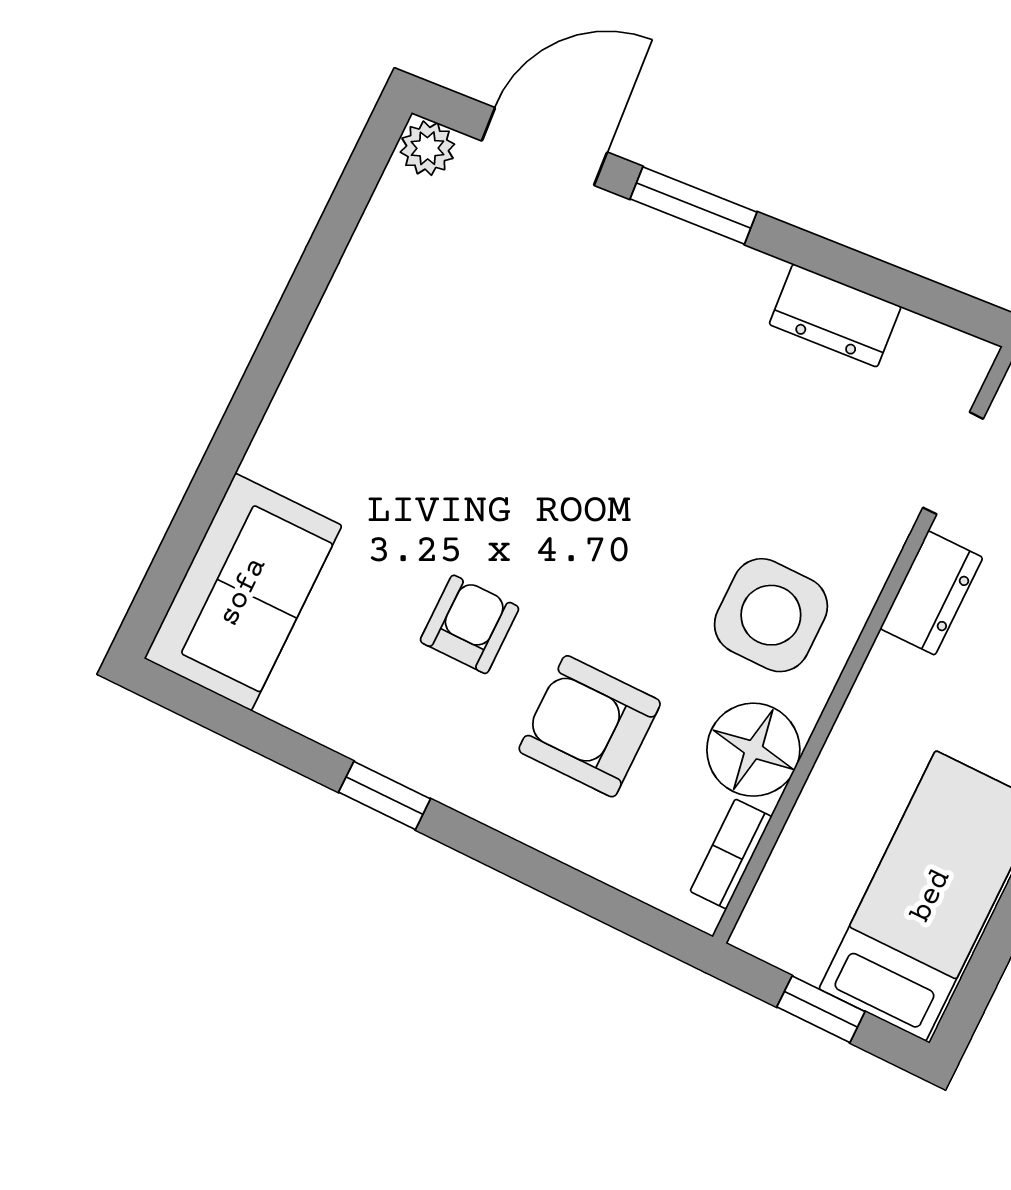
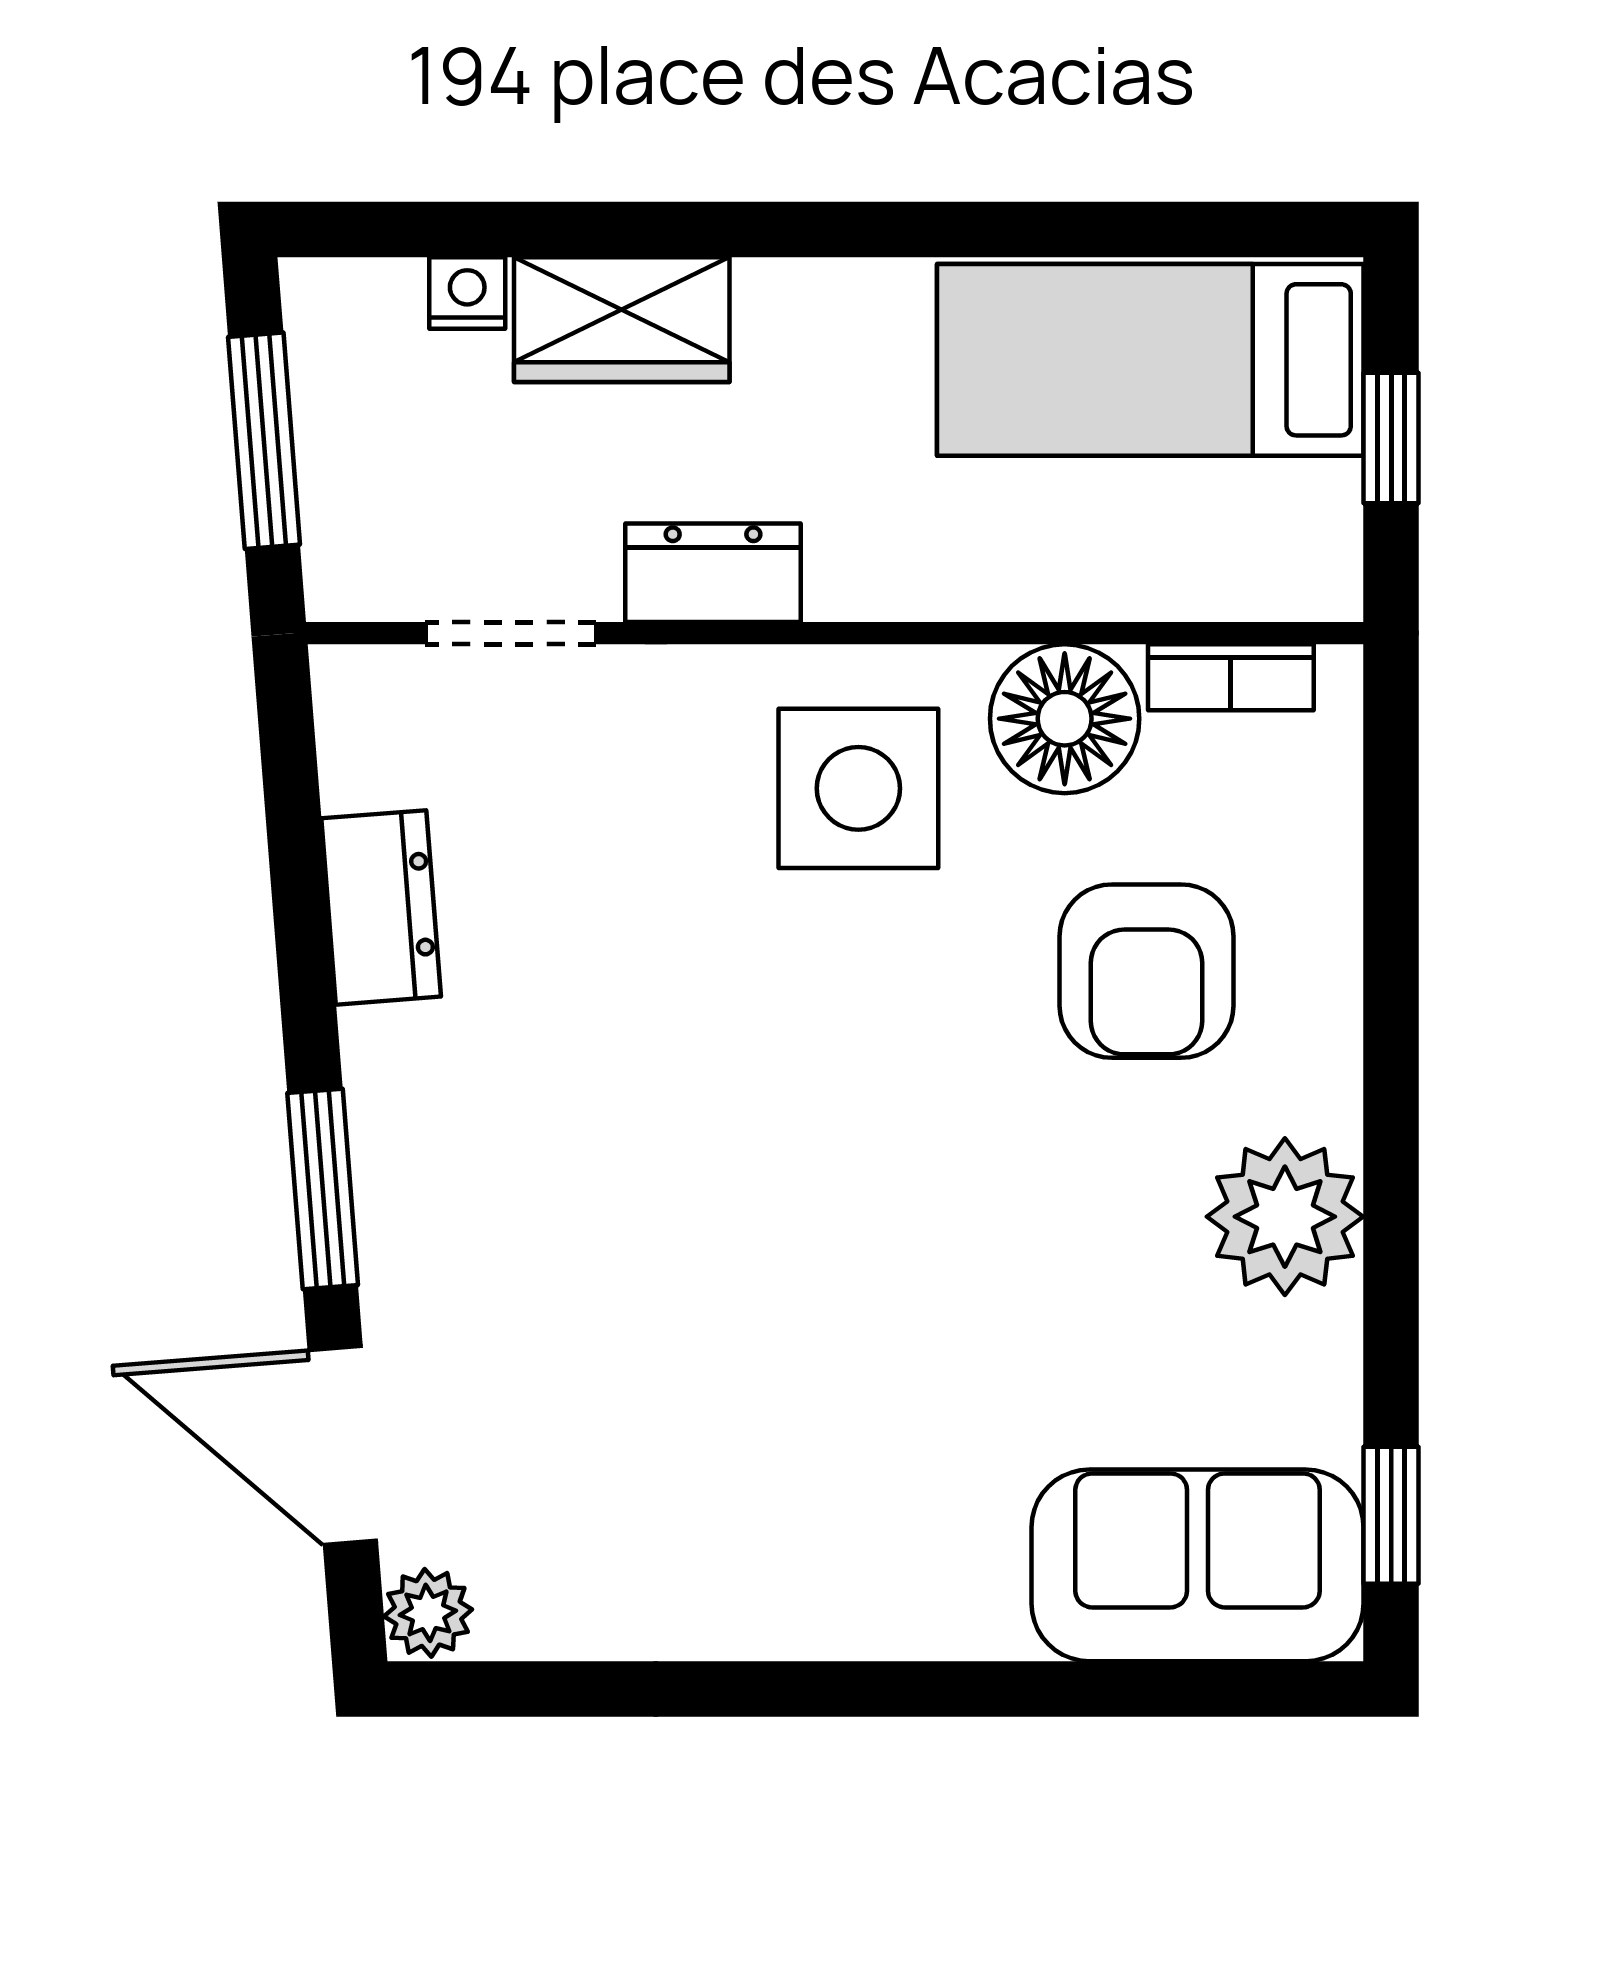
armchair: (470, 624) -> (1084, 1216), removed
plant: (414, 736) -> (1285, 1217), added
window: (385, 796) -> (1391, 1515), moved

